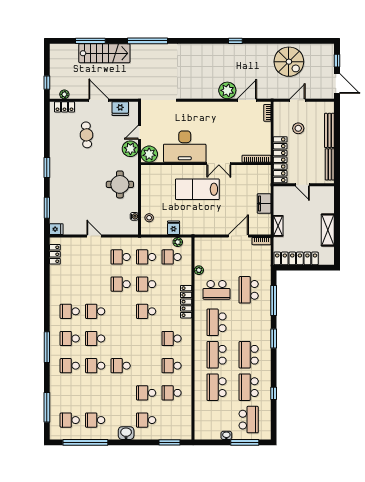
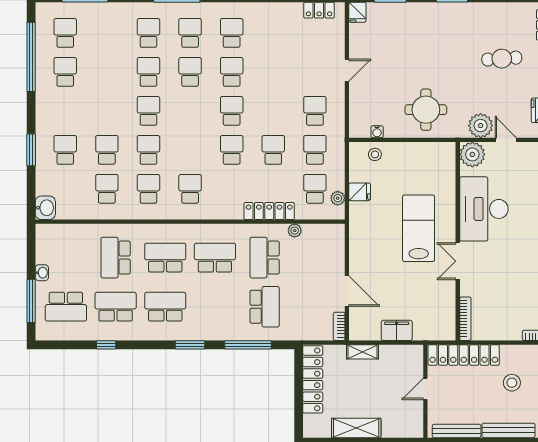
school desk: (121, 284) -> (232, 111), moved
school desk: (249, 290) -> (265, 307), turned 90
locker: (186, 302) -> (269, 211), moved
school desk: (146, 366) -> (148, 150), added
school desk: (217, 387) -> (116, 258), turned -90
washbasin: (126, 433) -> (45, 208), moved
window: (169, 442) -> (31, 150), moved

